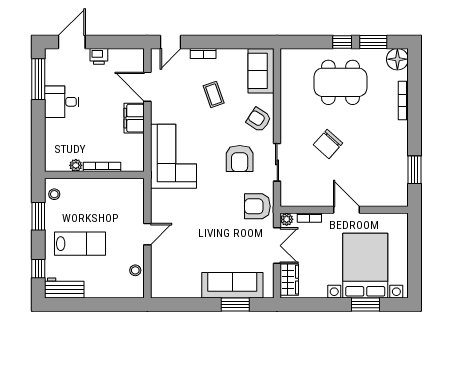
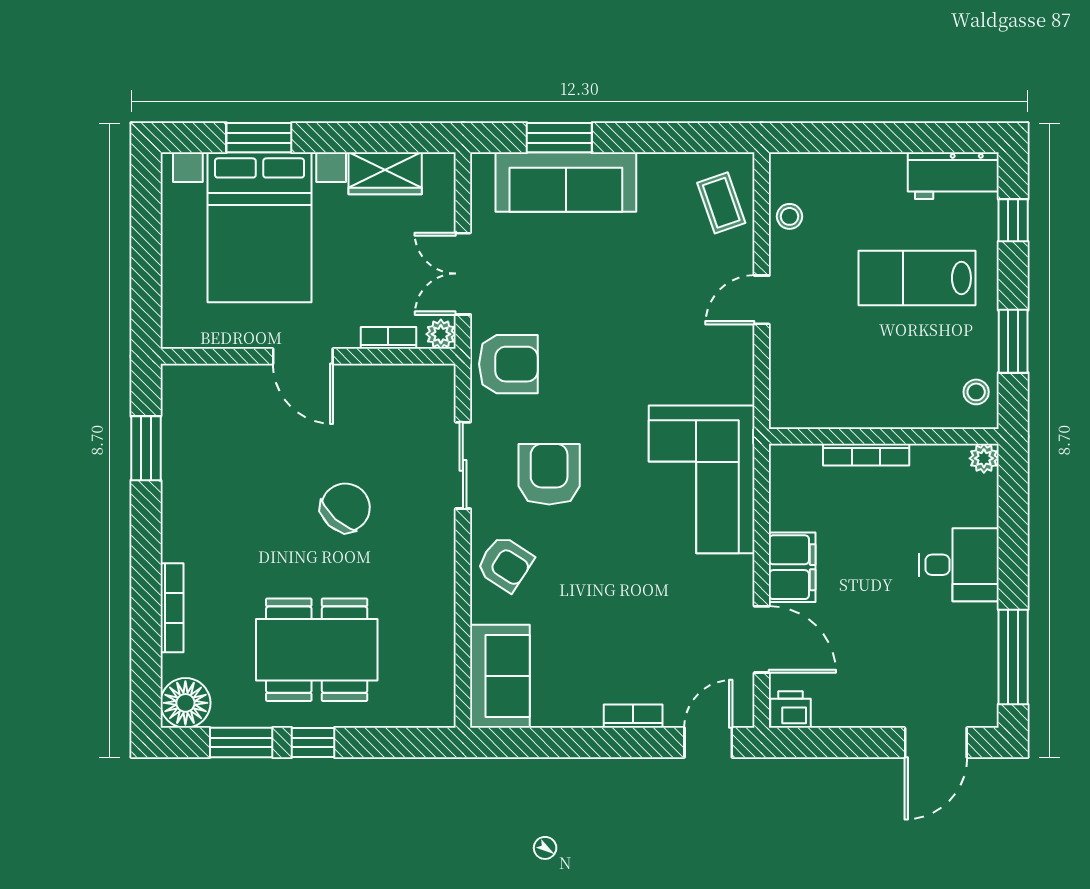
printer: (99, 56) -> (790, 710), moved
coffee table: (214, 94) -> (721, 203), moved
desk: (62, 102) -> (959, 565), moved
plant: (76, 165) -> (984, 458), moved
wardrobe: (289, 280) -> (385, 173), moved, turned -90

